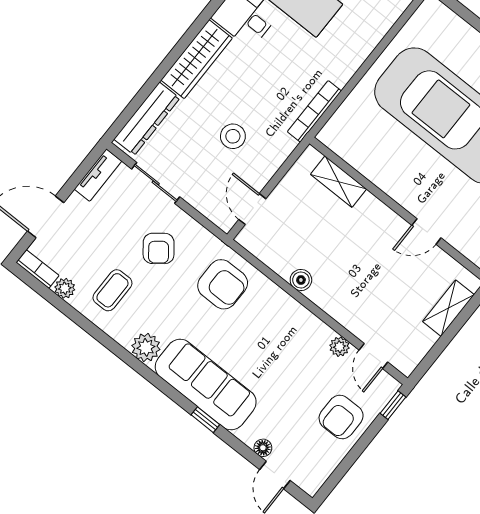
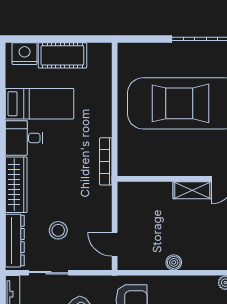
stool: (233, 136) -> (58, 230), moved
shelving: (339, 182) -> (192, 190), moved

